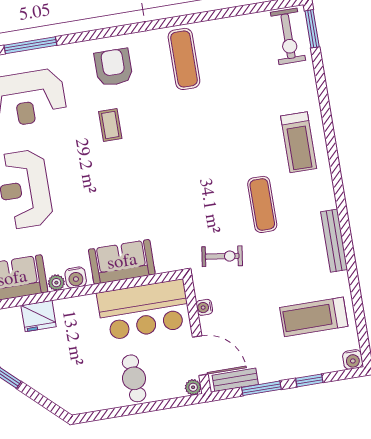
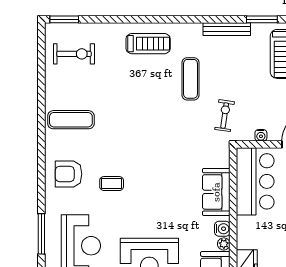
exercise bike: (288, 36) -> (74, 54), moved
exercise mat: (262, 204) -> (191, 79), turned 90
window: (354, 284) -> (262, 19), added

